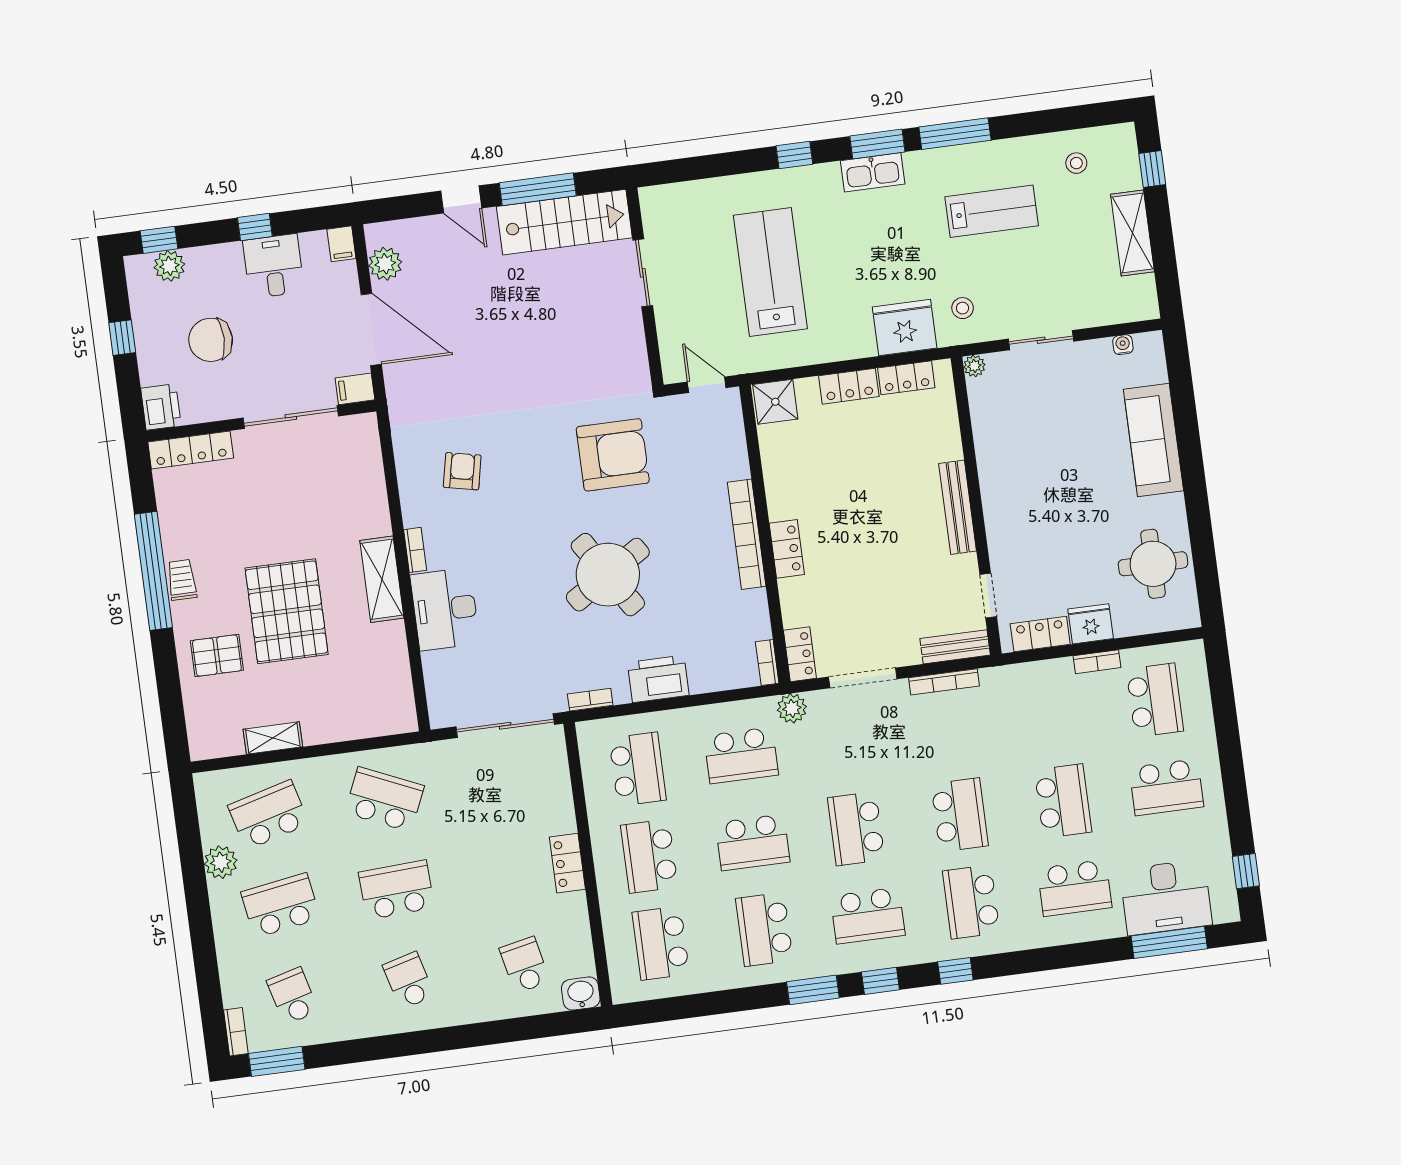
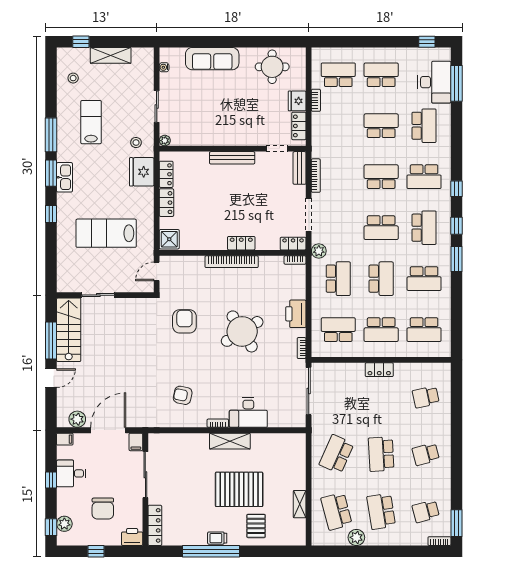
armchair: (613, 455) -> (184, 321), width x0.73, depth x0.73
school desk: (1166, 787) -> (381, 75), turned -90
washbasin: (581, 994) -> (443, 372), removed

